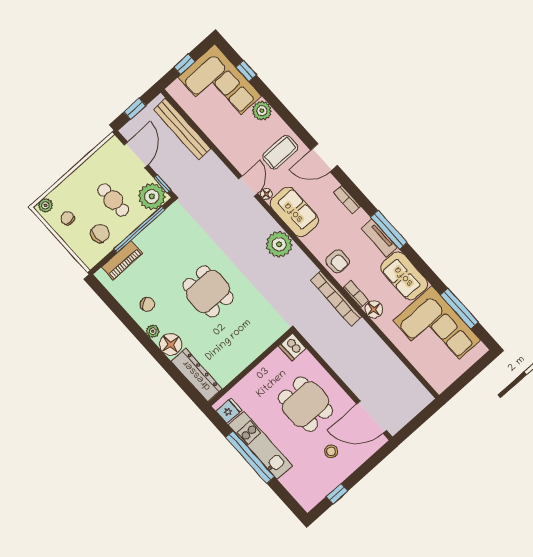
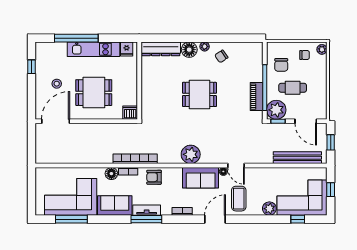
piano: (122, 260) -> (257, 97), moved
window: (250, 457) -> (76, 38), moved

